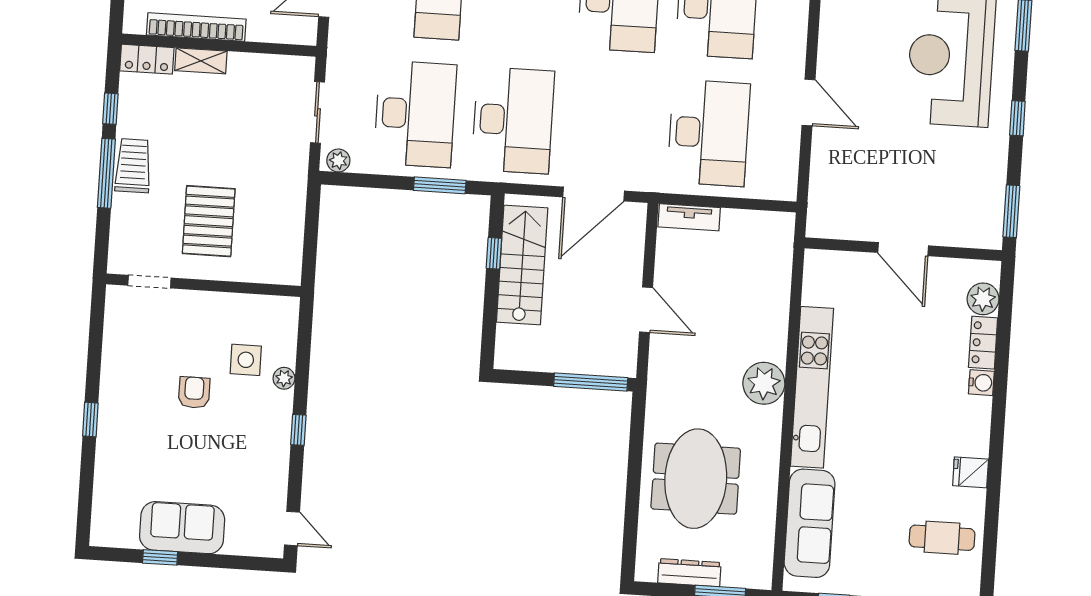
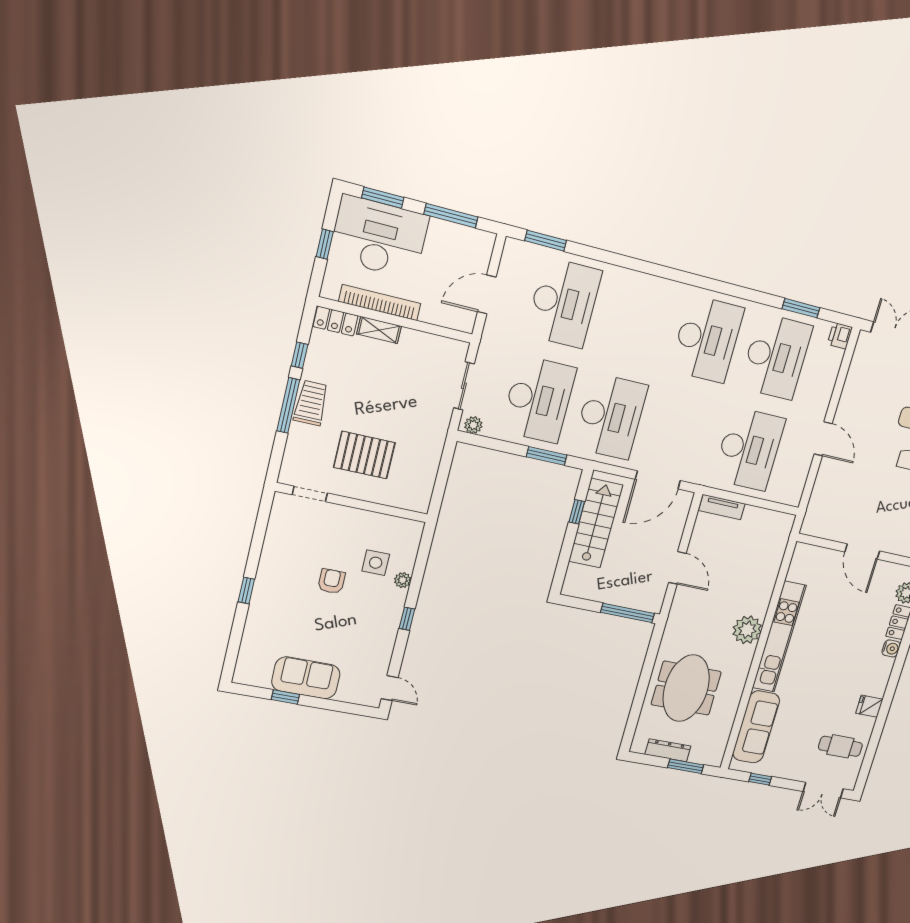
pallet: (209, 221) -> (364, 455), turned 90

